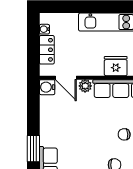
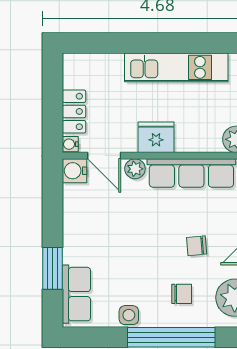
water cooler: (44, 29) -> (70, 144), moved
fridge: (116, 66) -> (156, 137), moved

